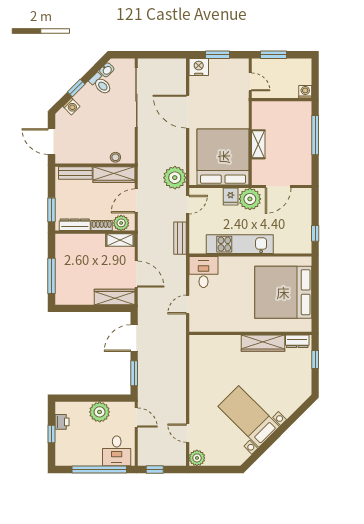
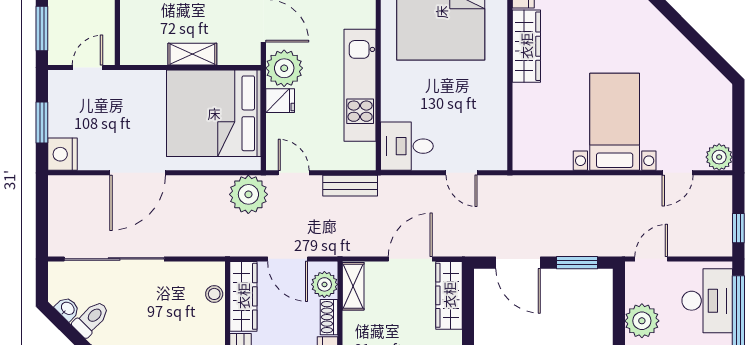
bed with nightstands: (249, 416) -> (615, 122), moved, turned 135
desk: (117, 451) -> (707, 301), width x1.37

